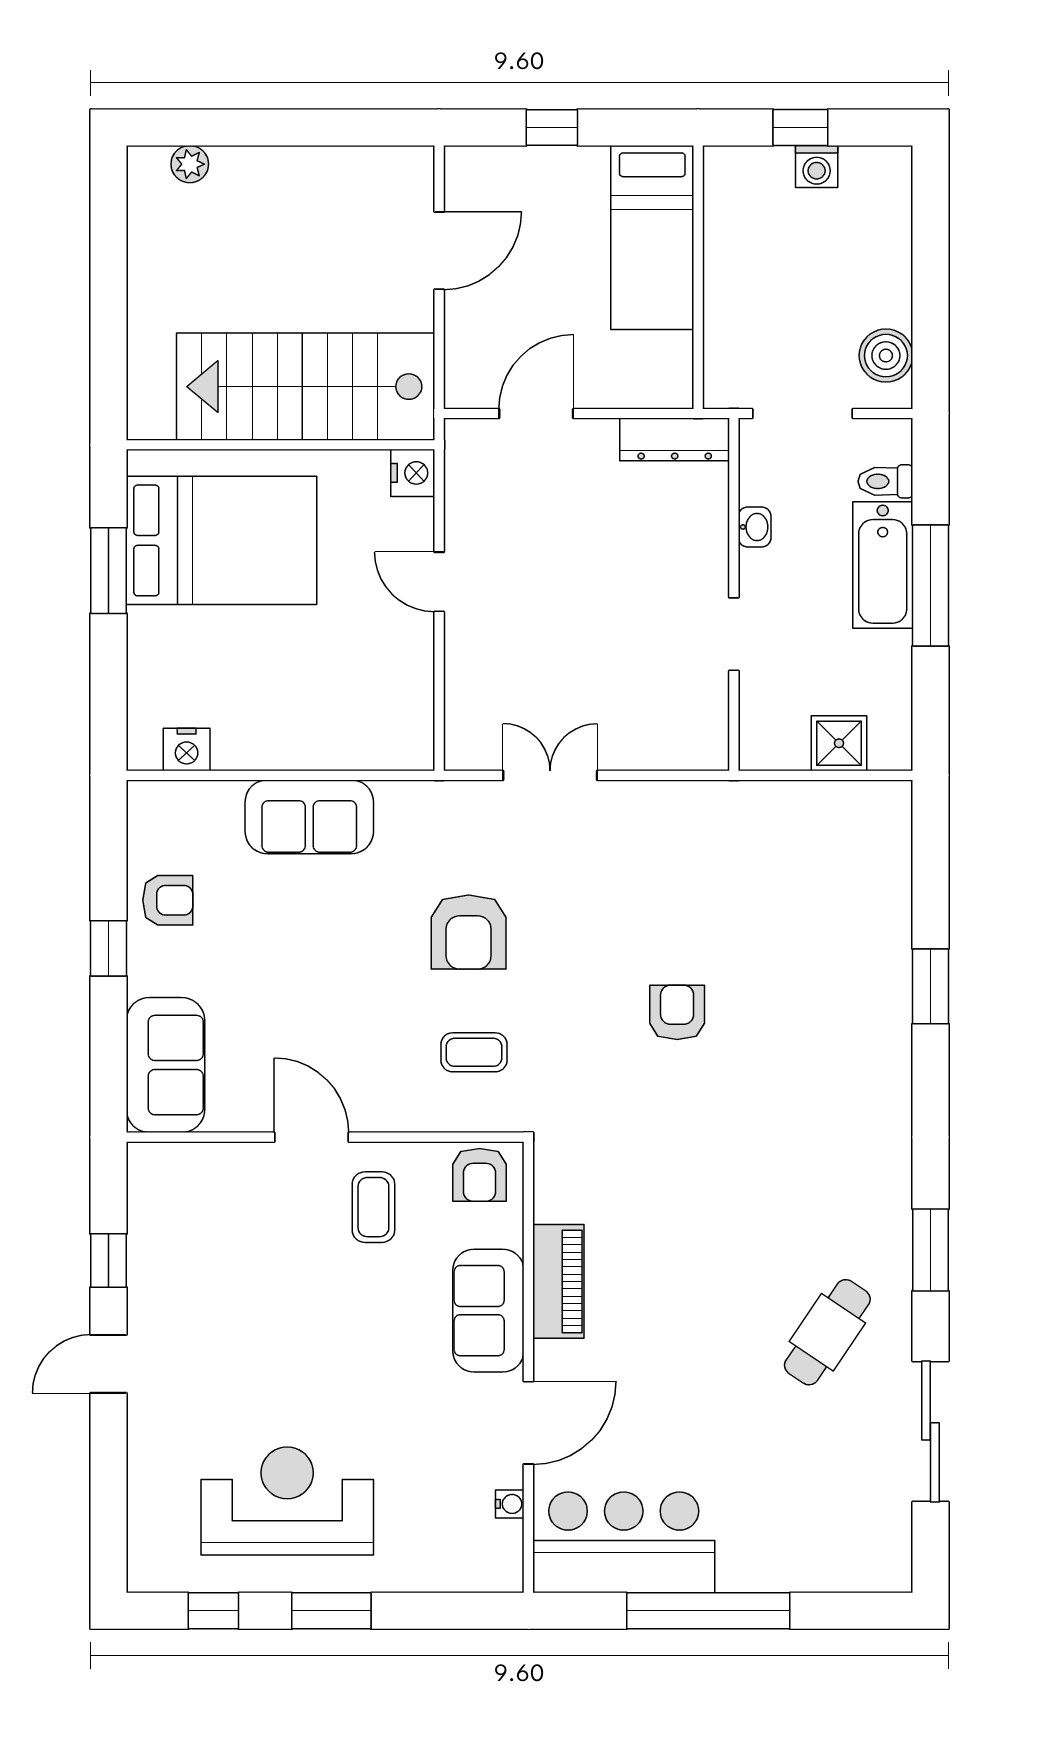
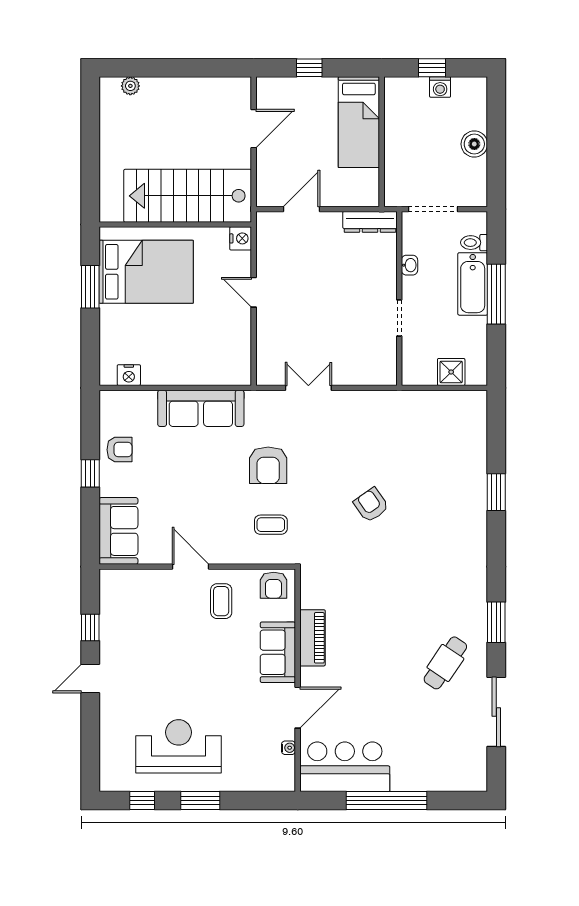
boiler: (886, 356) -> (474, 144), moved
sofa: (309, 817) -> (201, 408), width x1.36
armchair: (677, 1012) -> (371, 505), turned -35

